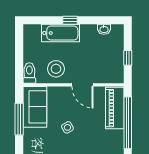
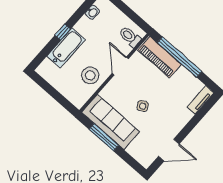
window: (128, 58) -> (130, 13), removed
toilet: (29, 73) -> (130, 37), moved
door: (82, 85) -> (120, 66), swing flipped
sofa: (35, 107) -> (111, 122), width x1.36

